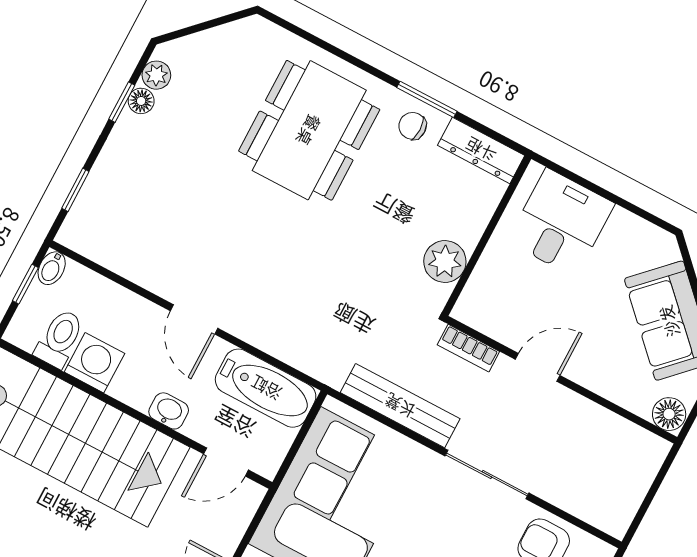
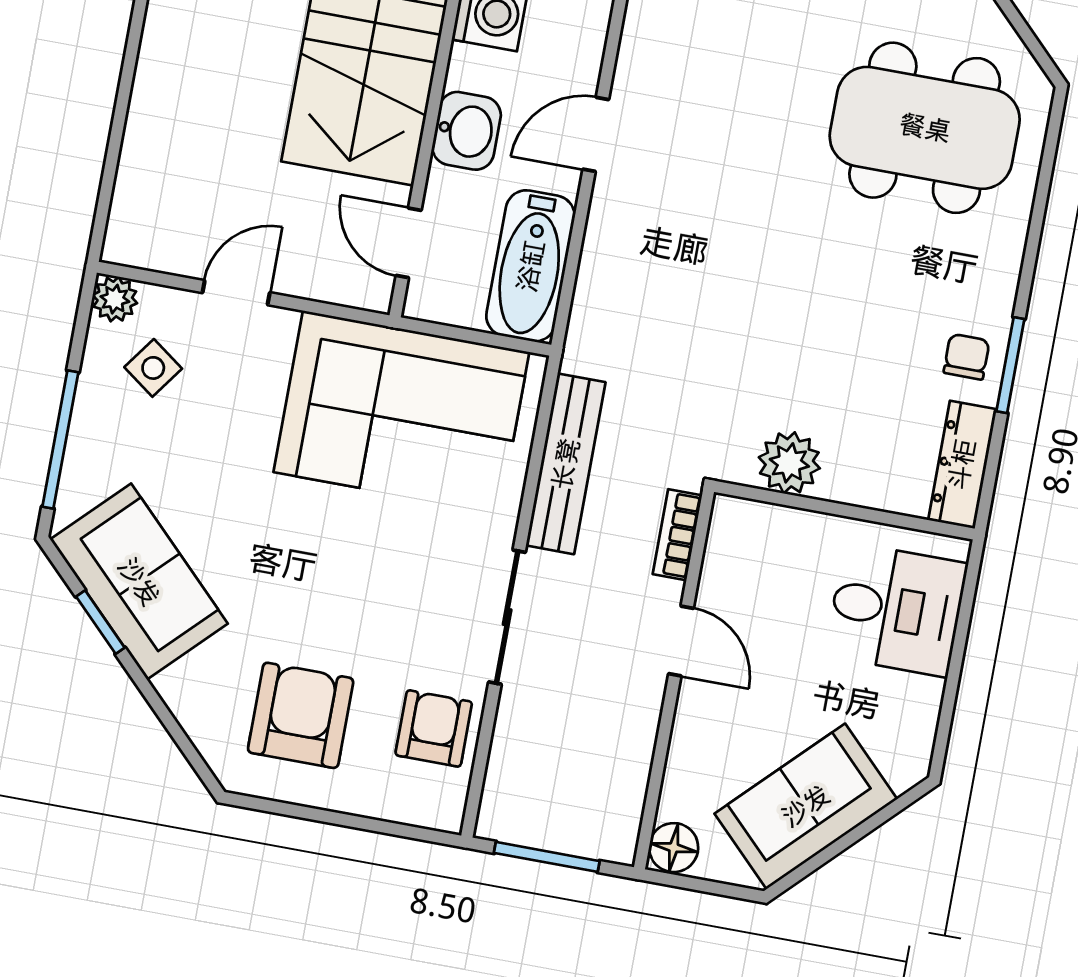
dining table: (309, 130) -> (925, 128), moved
washbasin: (169, 411) -> (466, 131), width x1.38, depth x1.45
window: (649, 498) -> (547, 857), added

